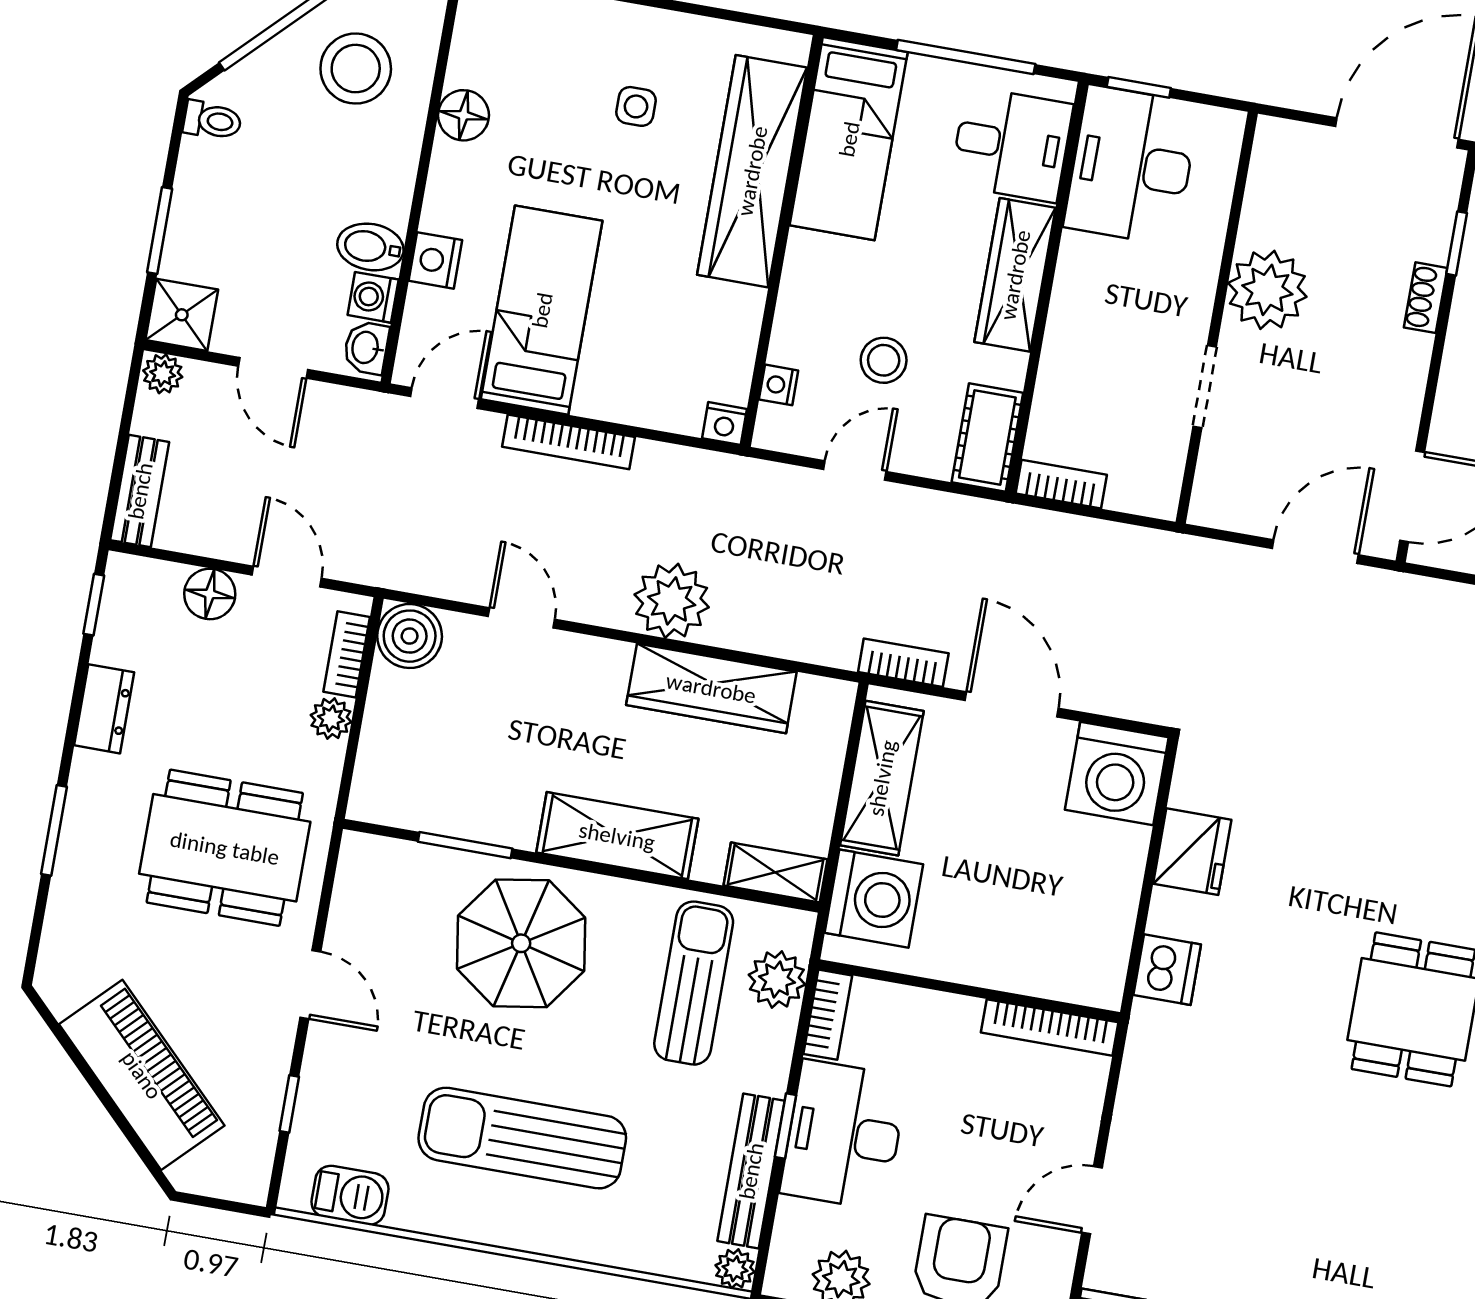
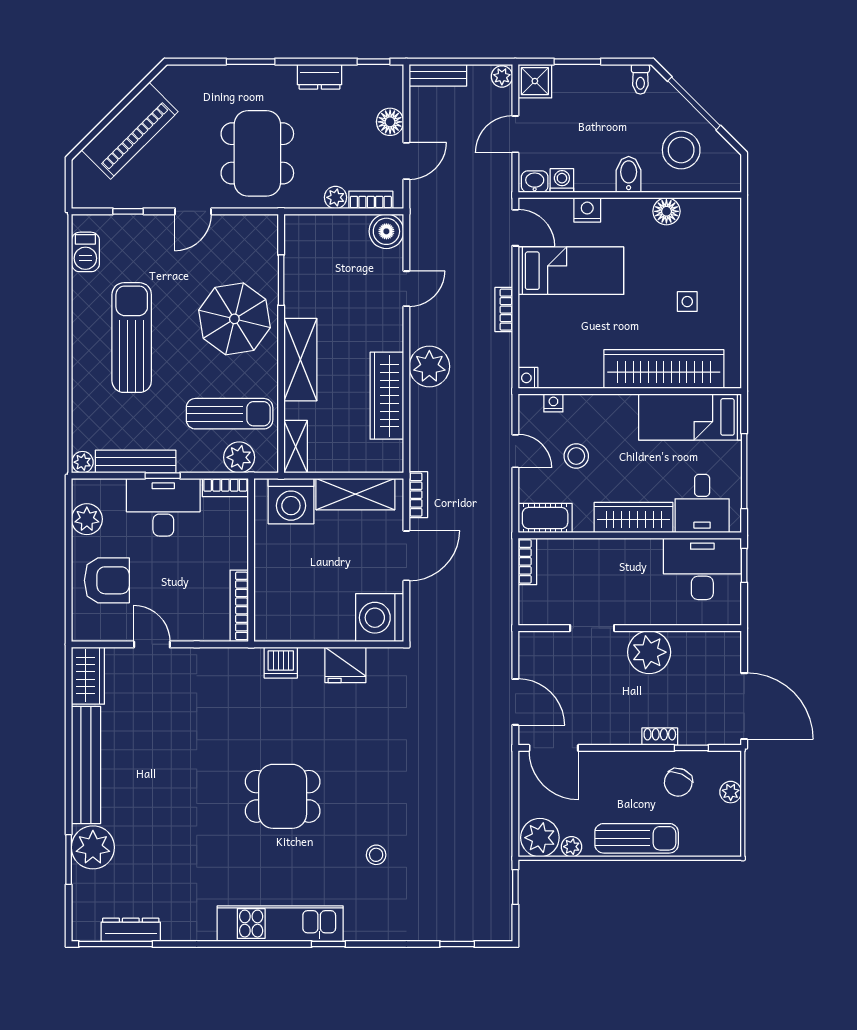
bidet: (370, 247) -> (629, 174), moved
bookcase: (568, 442) -> (504, 310), width x0.64

